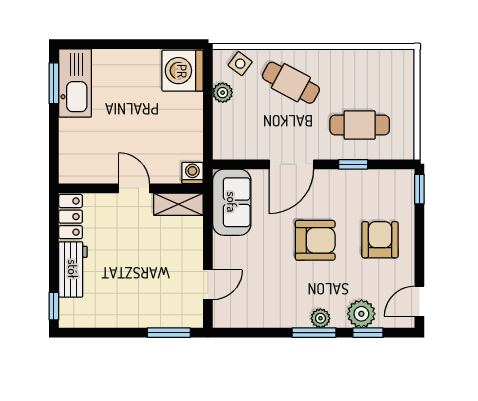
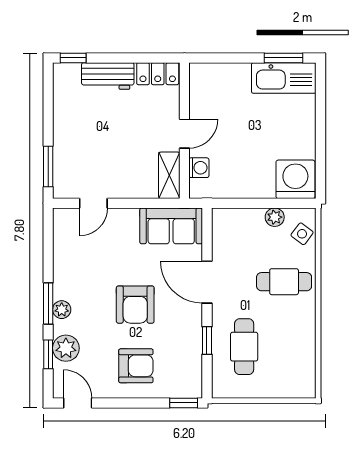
cafe table: (291, 83) -> (284, 282), turned 62
washing machine: (192, 173) -> (199, 168), moved
door: (208, 285) -> (93, 203), hinge flipped

